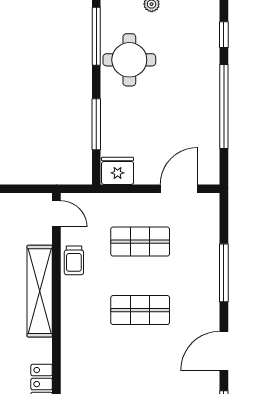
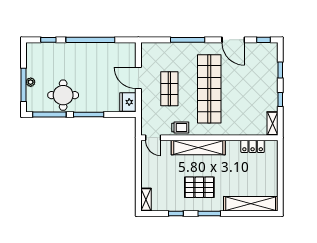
window: (96, 124) -> (89, 114), moved
door: (179, 189) -> (138, 78), moved
door: (56, 214) -> (153, 138), swing flipped
shop shelf: (140, 310) -> (209, 89), width x2.00, depth x1.36

